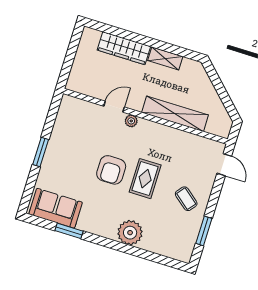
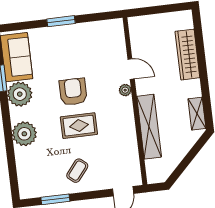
shelving: (165, 59) -> (197, 114), moved
armchair: (111, 170) -> (73, 92), turned 90
plant: (91, 221) -> (20, 94), added

